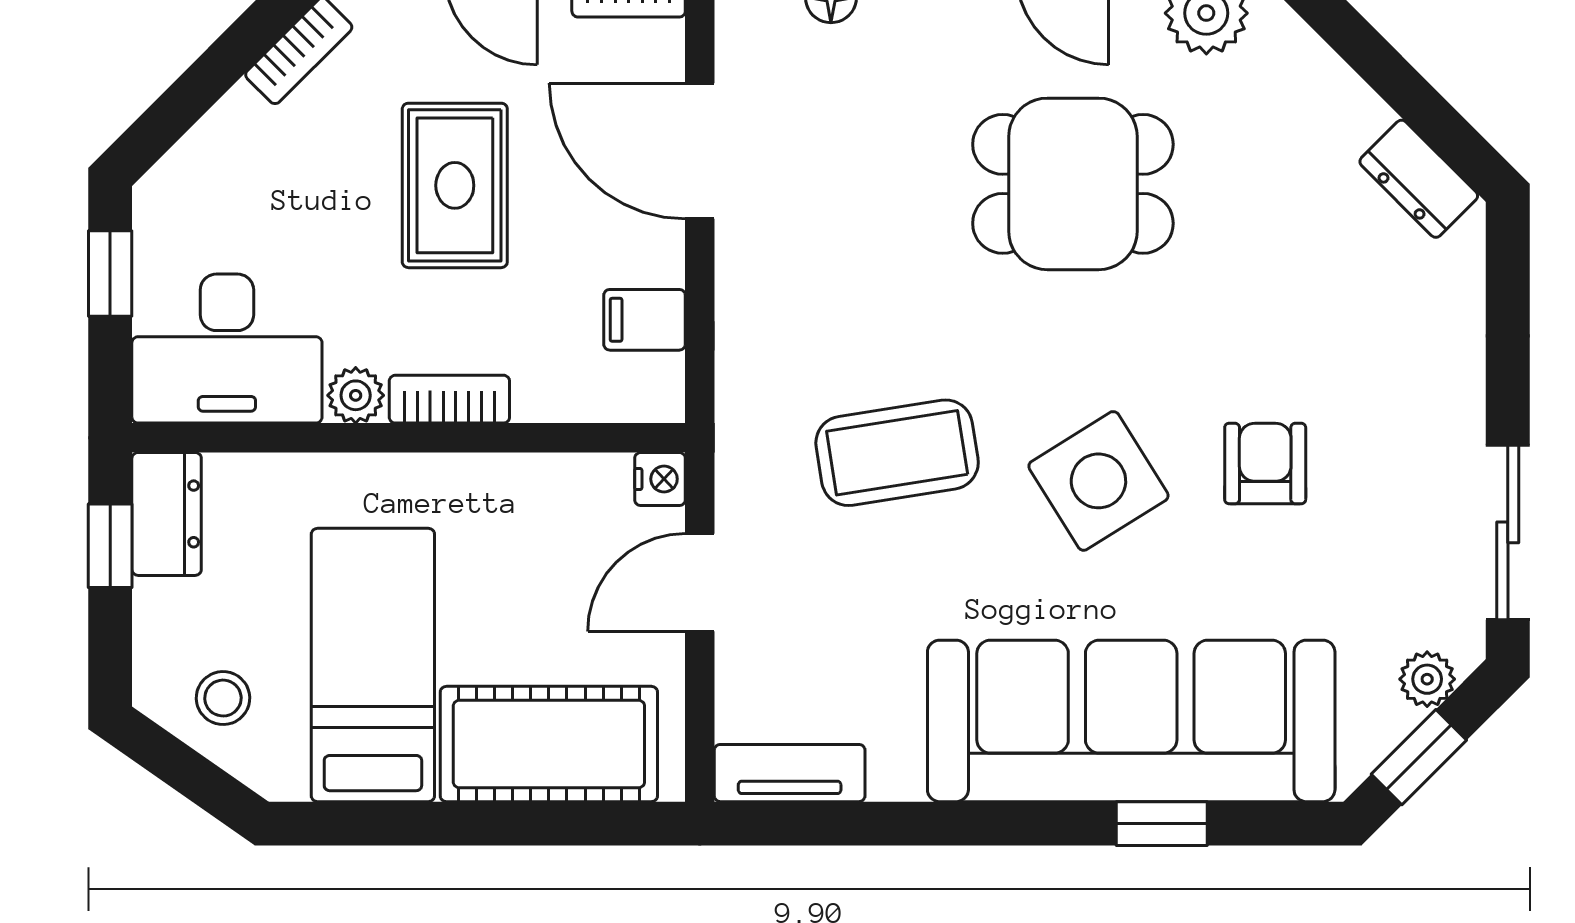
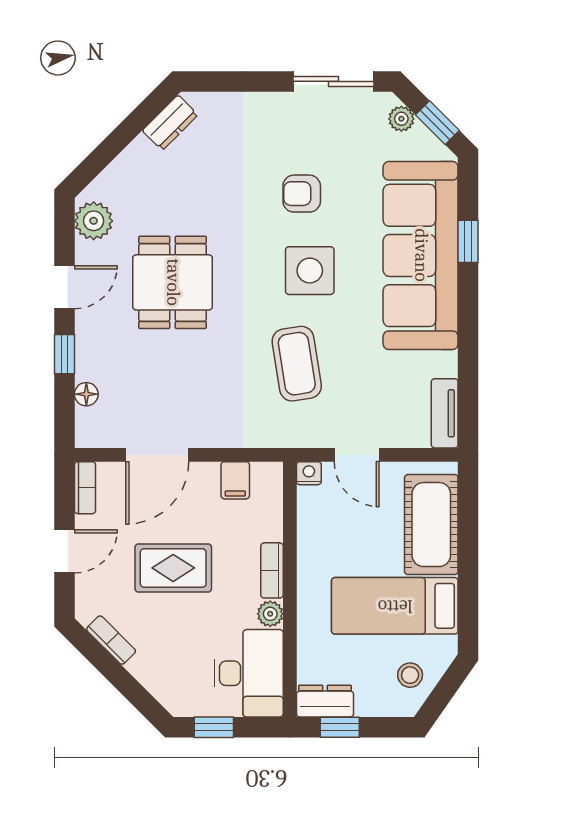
side table: (1098, 481) -> (310, 271), turned 32

